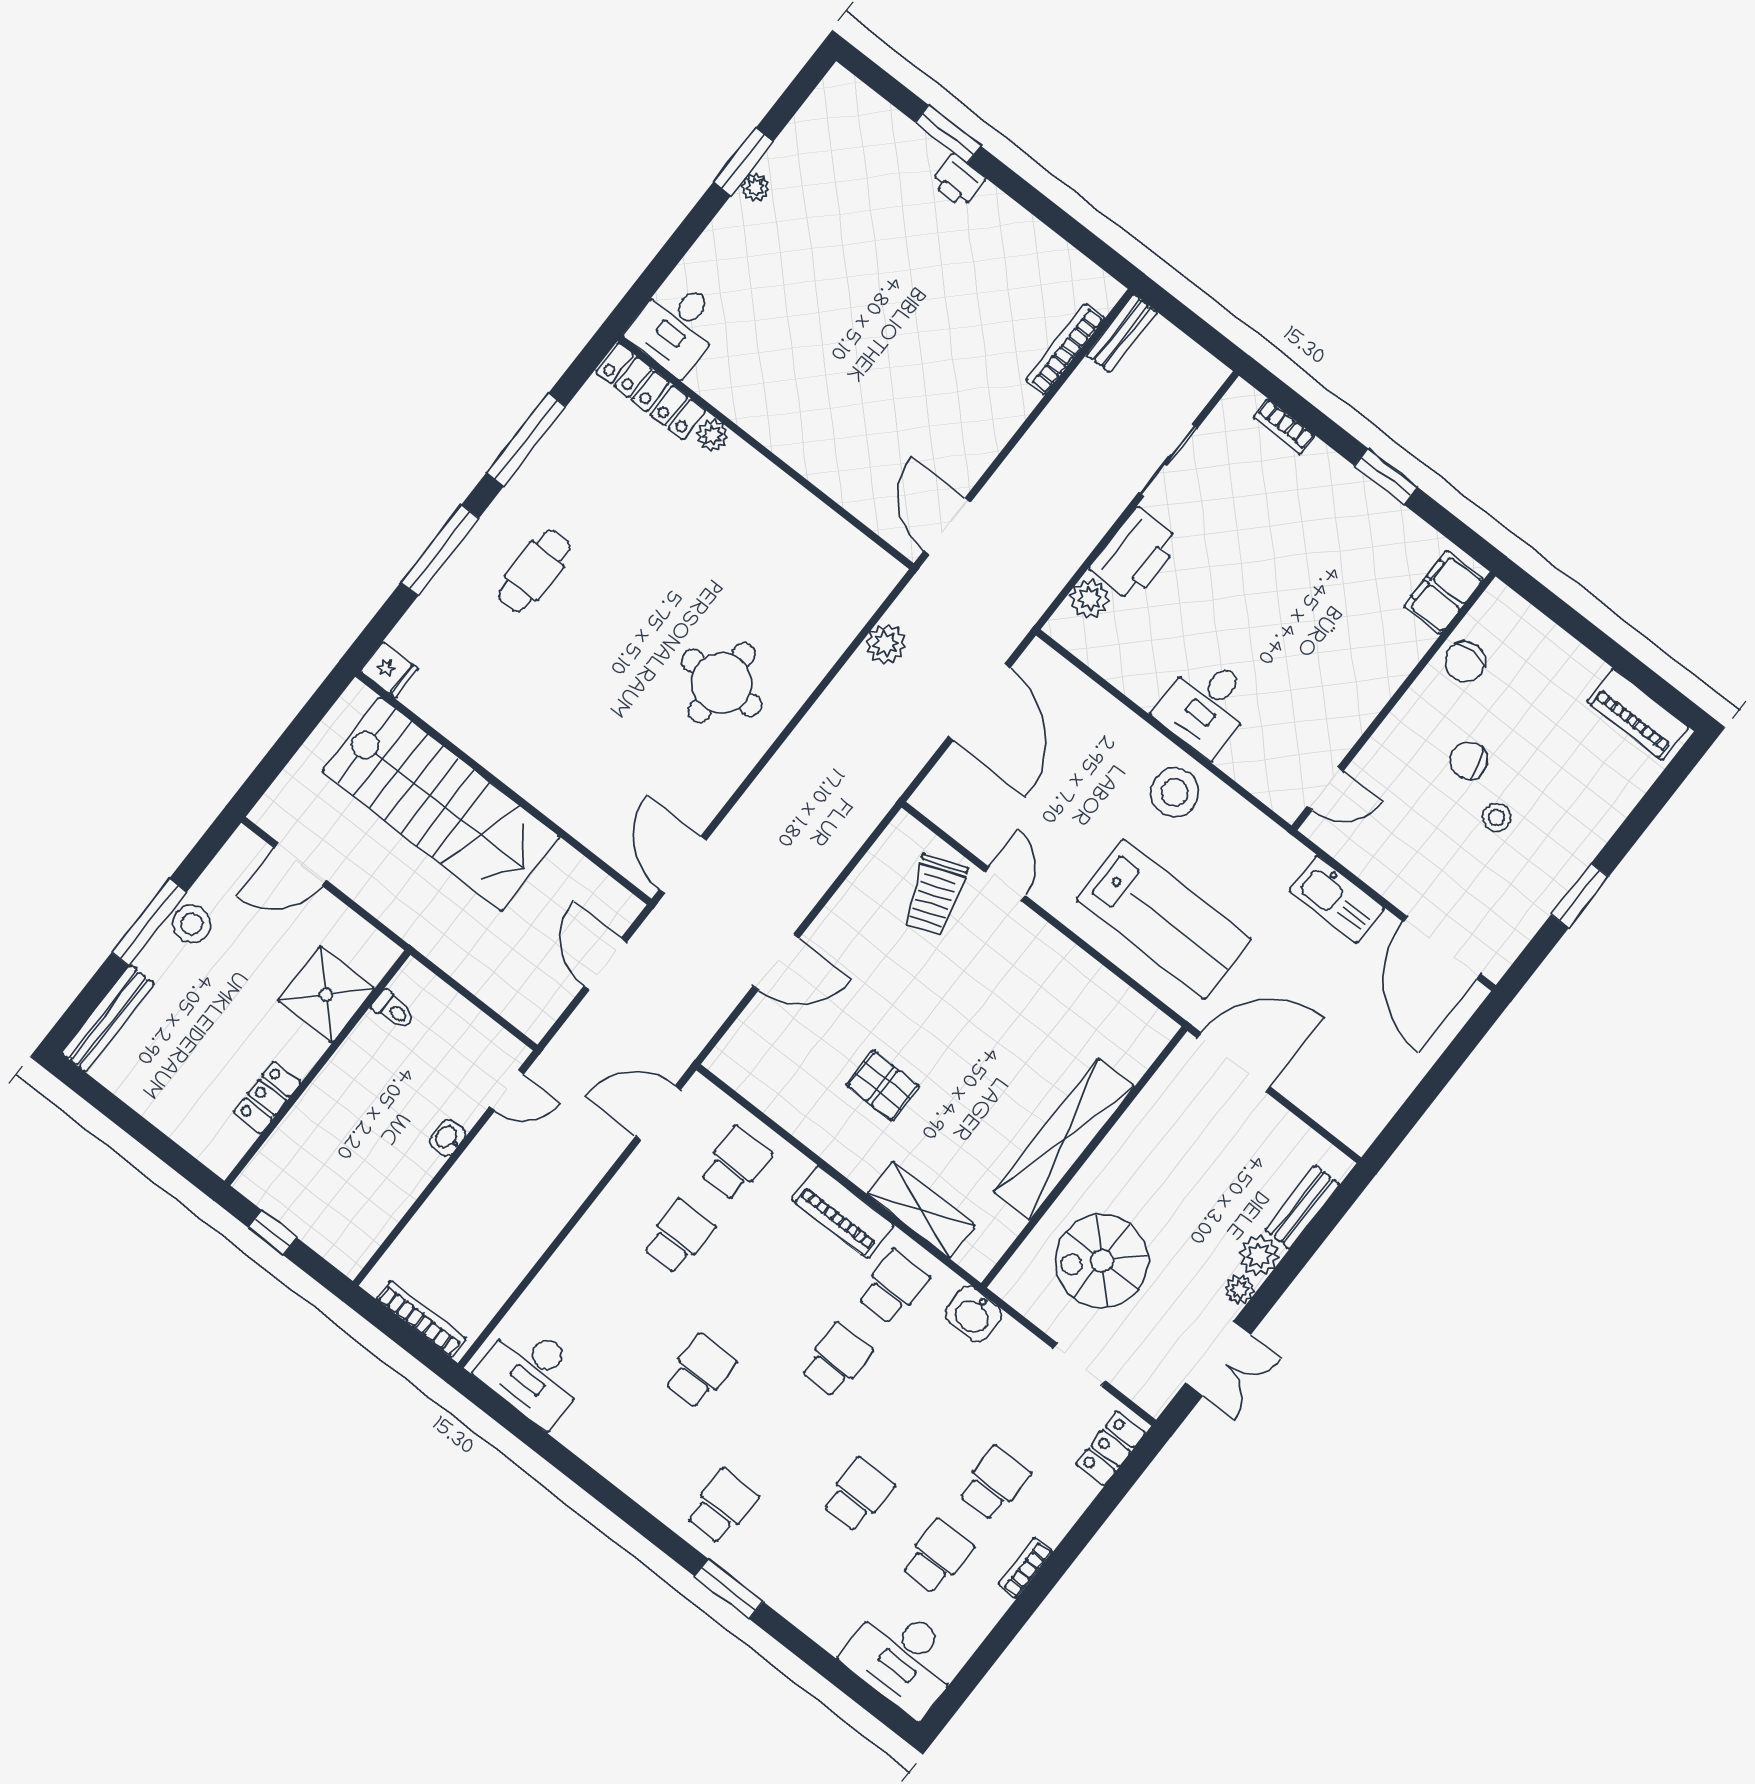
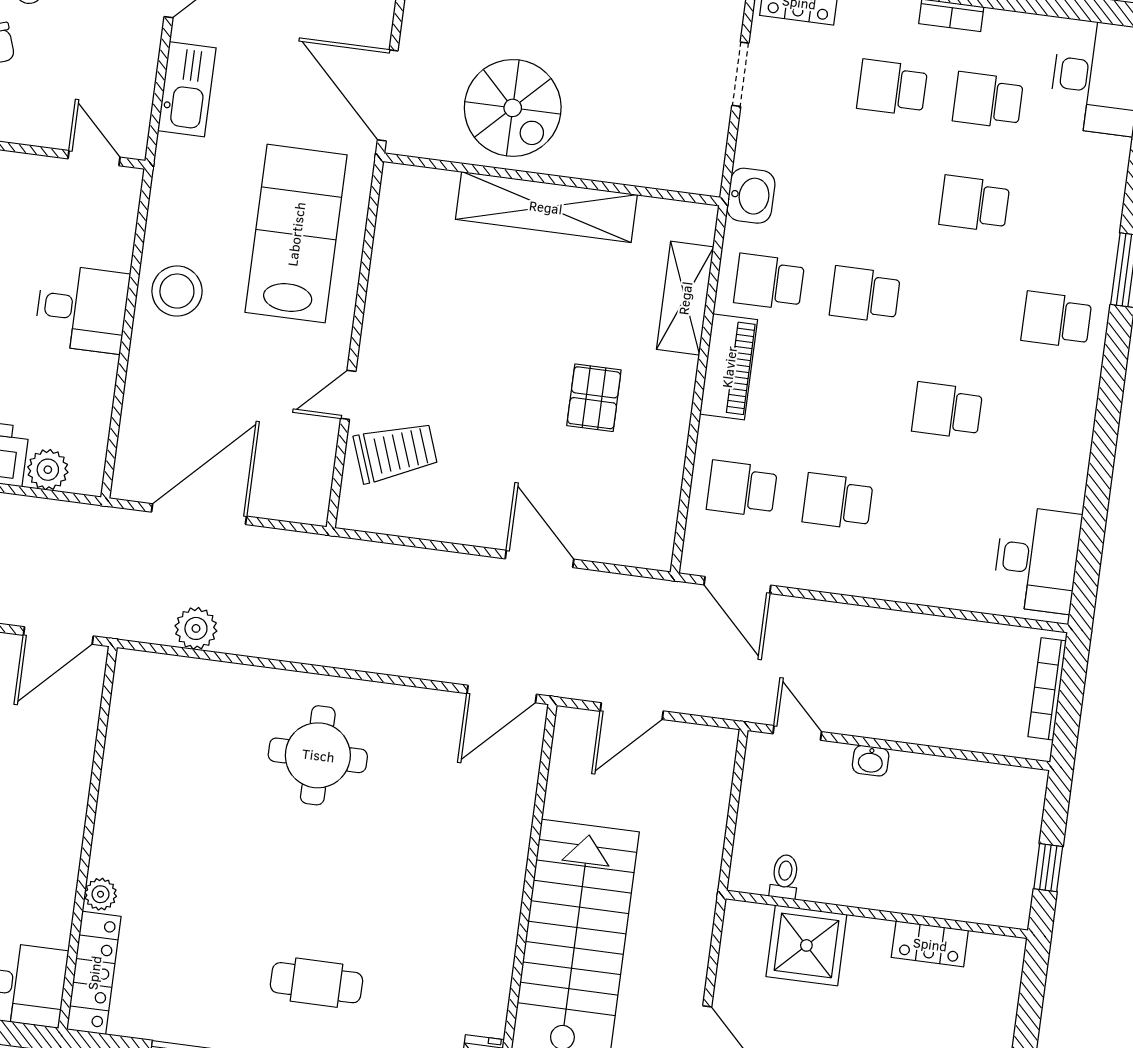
spiral stairs: (1102, 1261) -> (513, 108), moved

